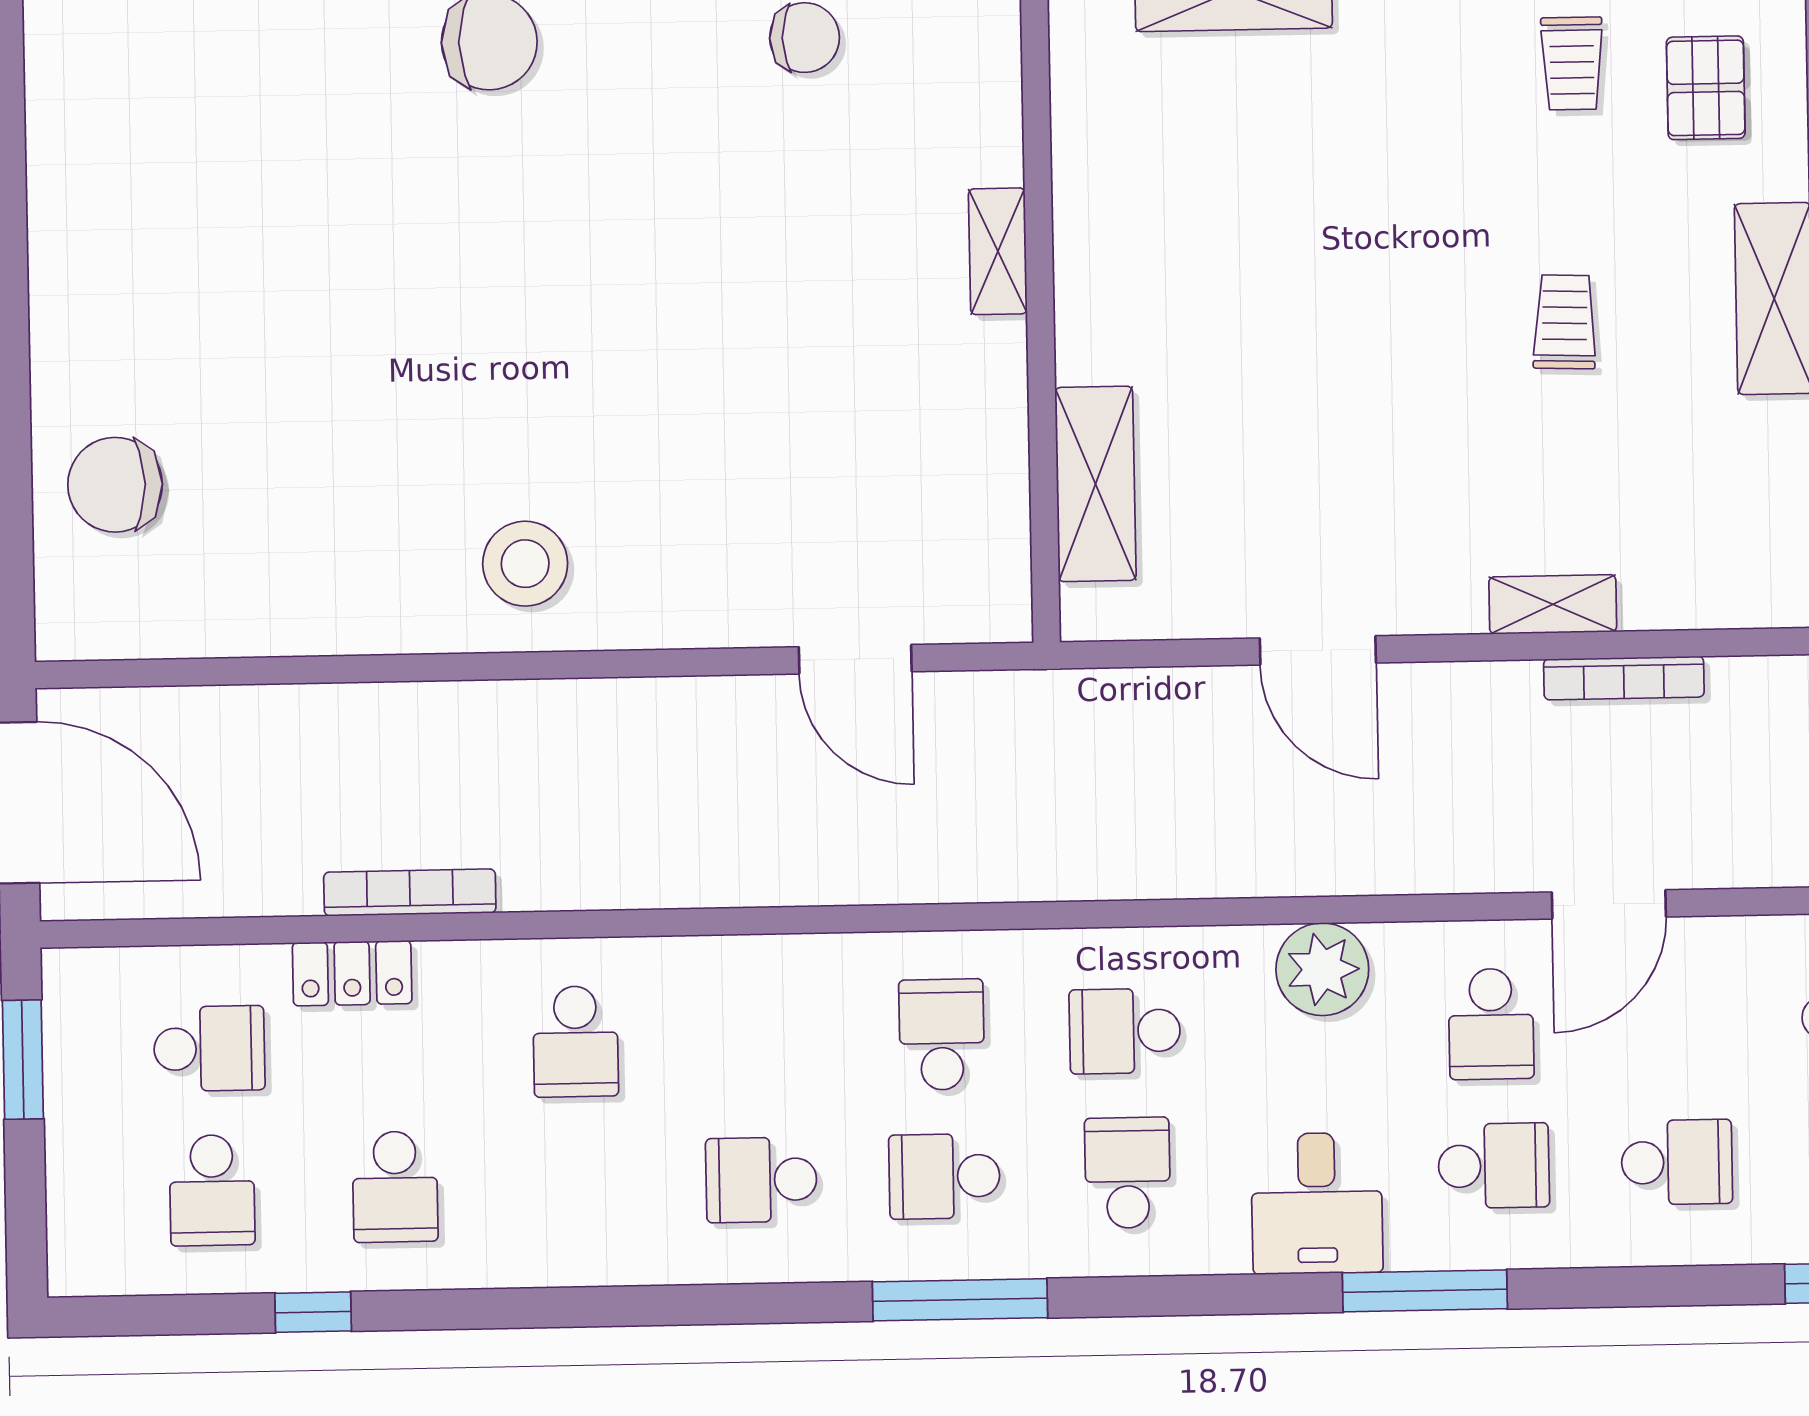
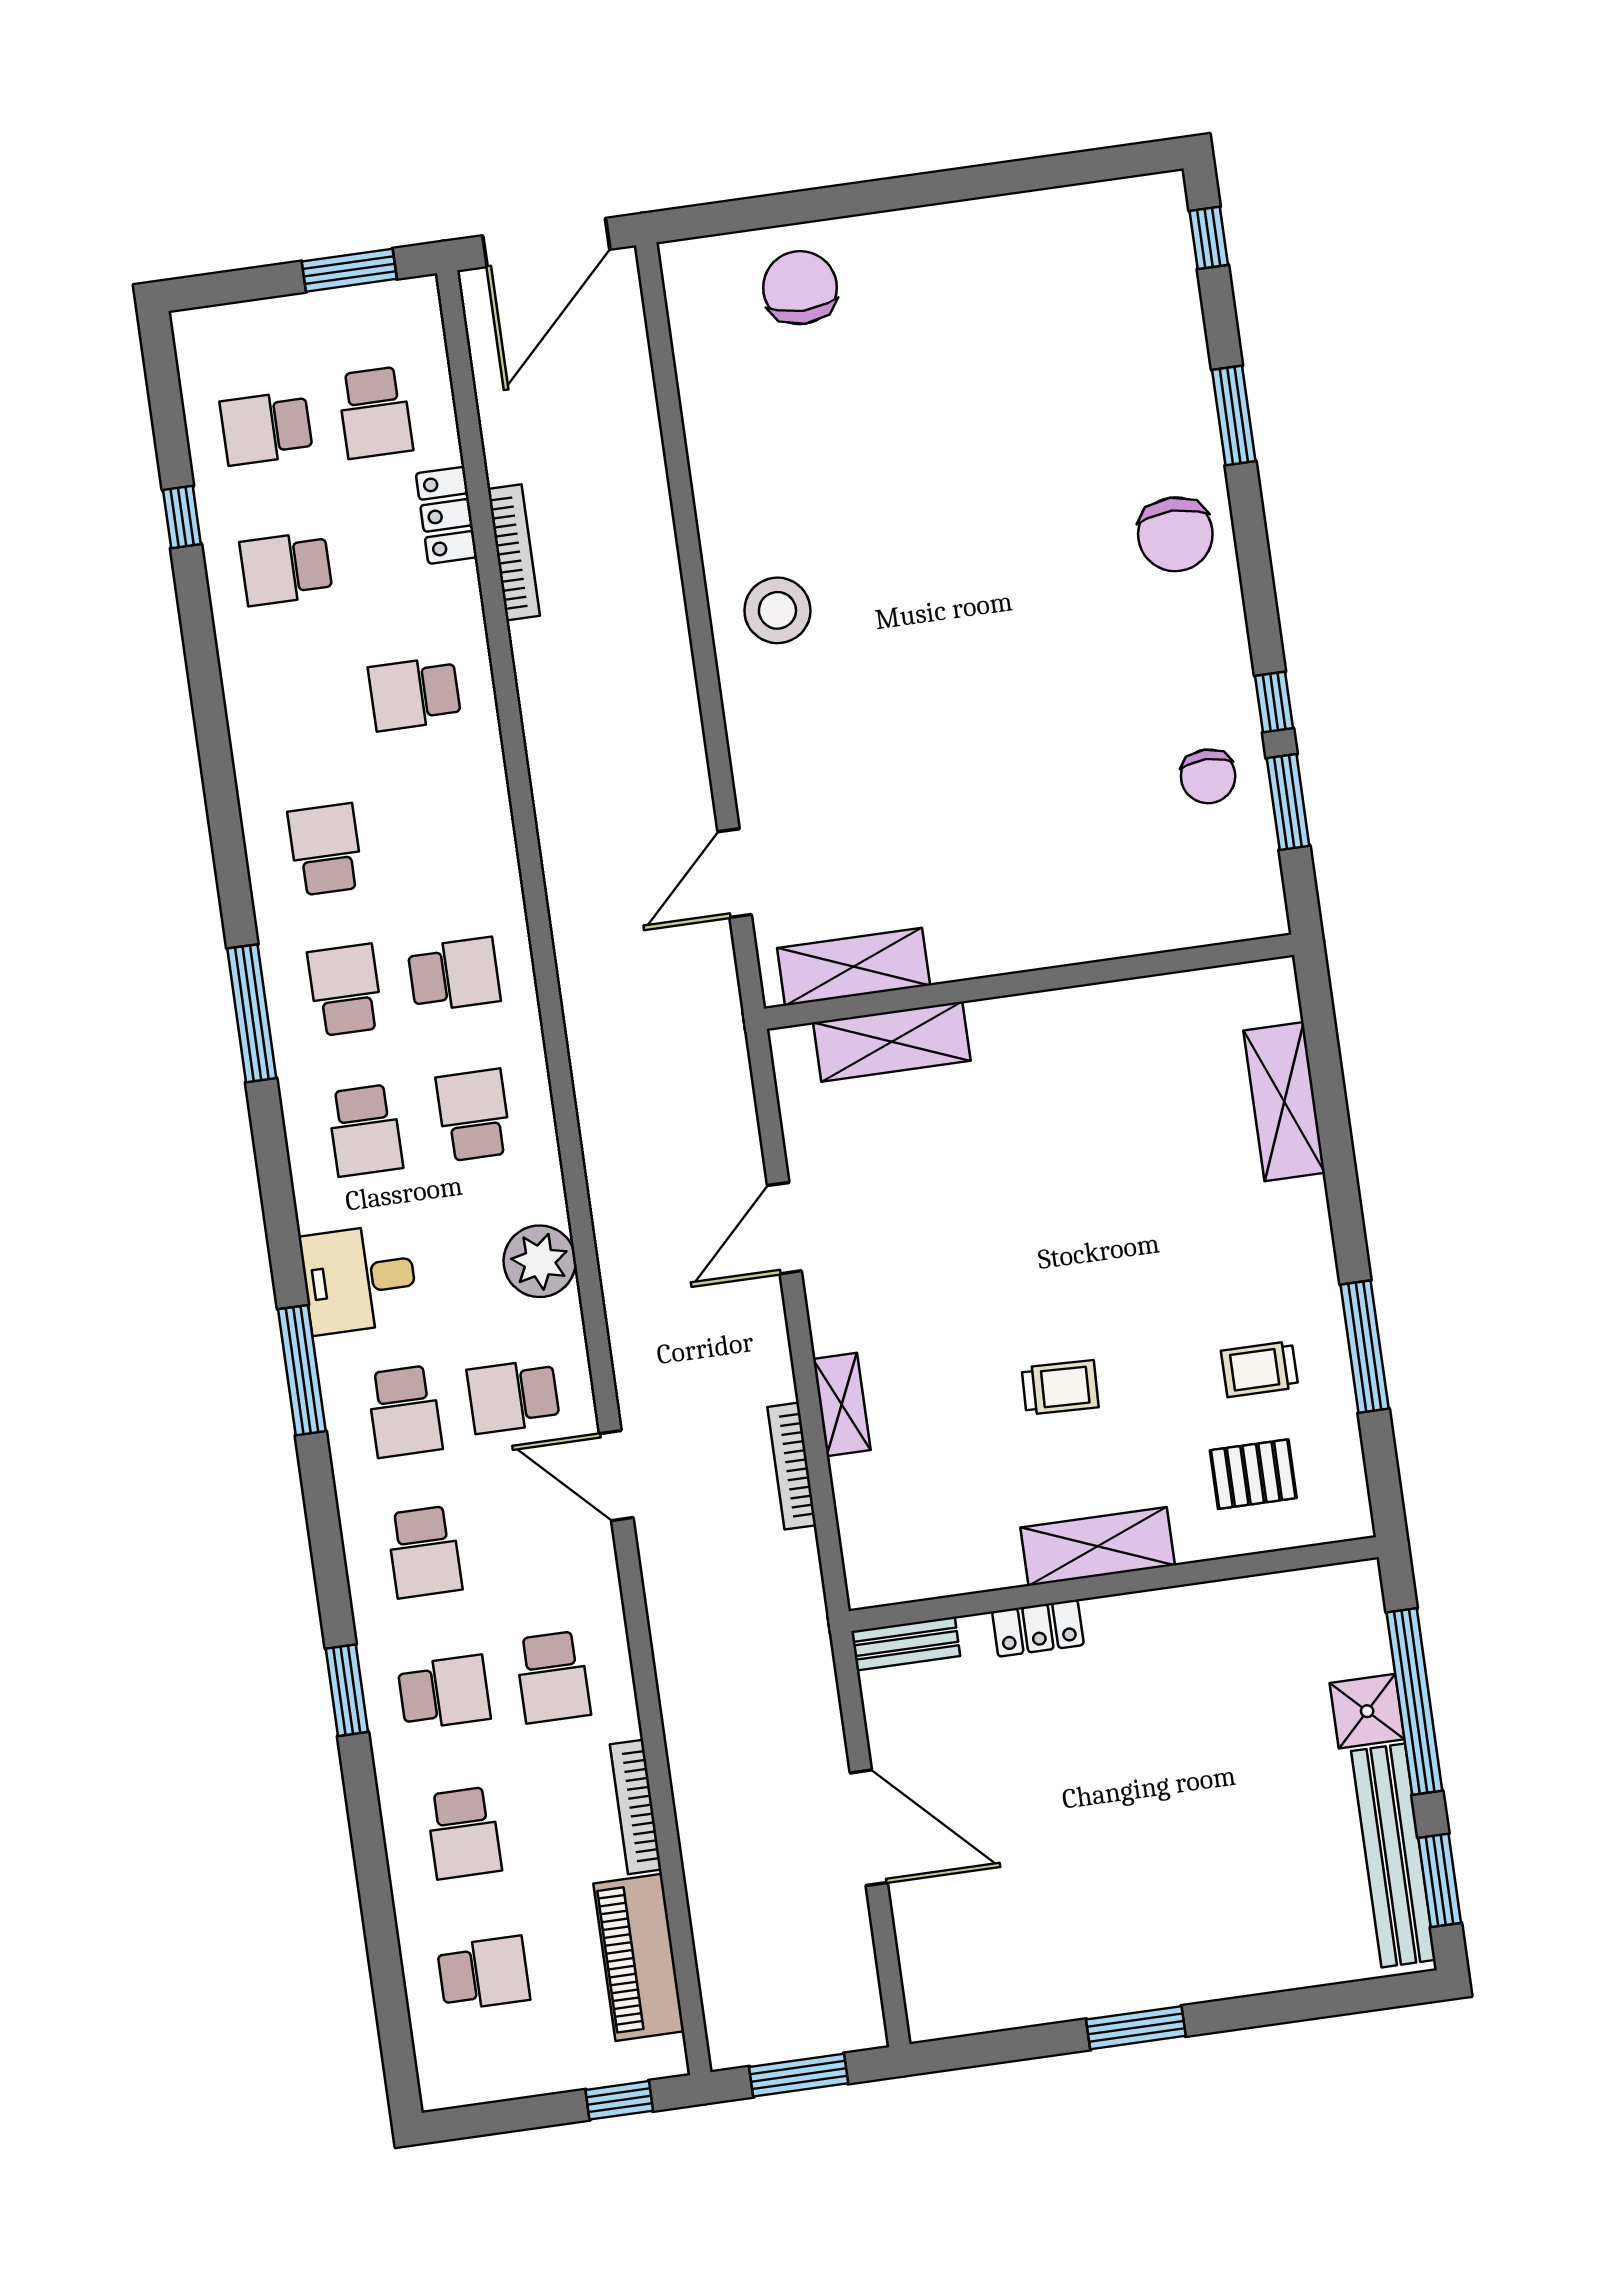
shelving: (998, 251) -> (854, 967), moved, width x1.50, depth x1.33
school desk: (1128, 1173) -> (365, 1130), turned 90

